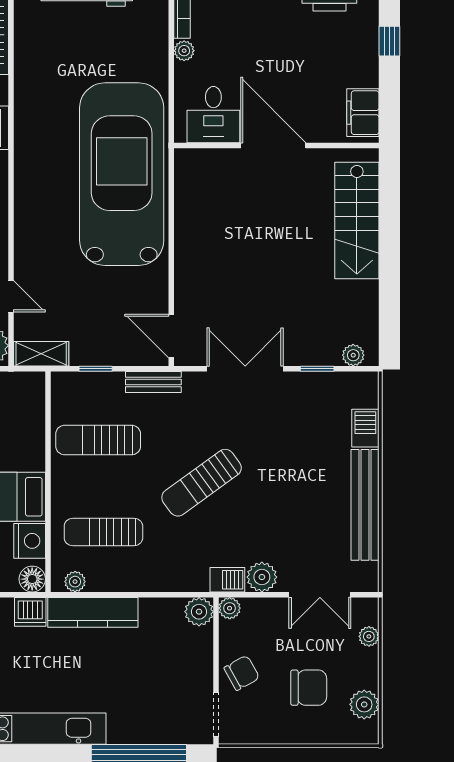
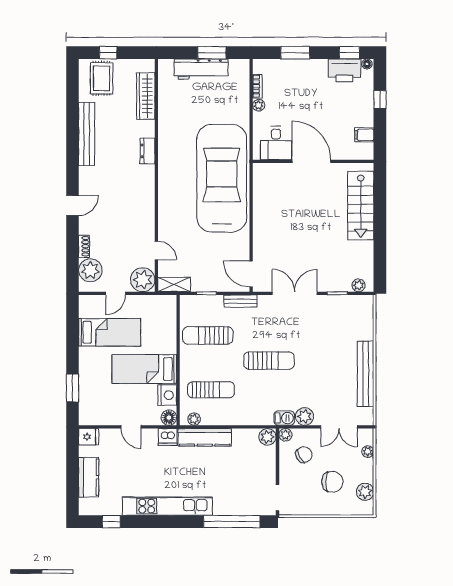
filing cabinet: (363, 113) -> (364, 135), width x0.50
barbecue: (365, 428) -> (366, 328), removed
sun lounger: (202, 483) -> (269, 361), turned -144
sun lounger: (103, 532) -> (211, 390), turned 180
chair: (242, 673) -> (304, 455), moved

